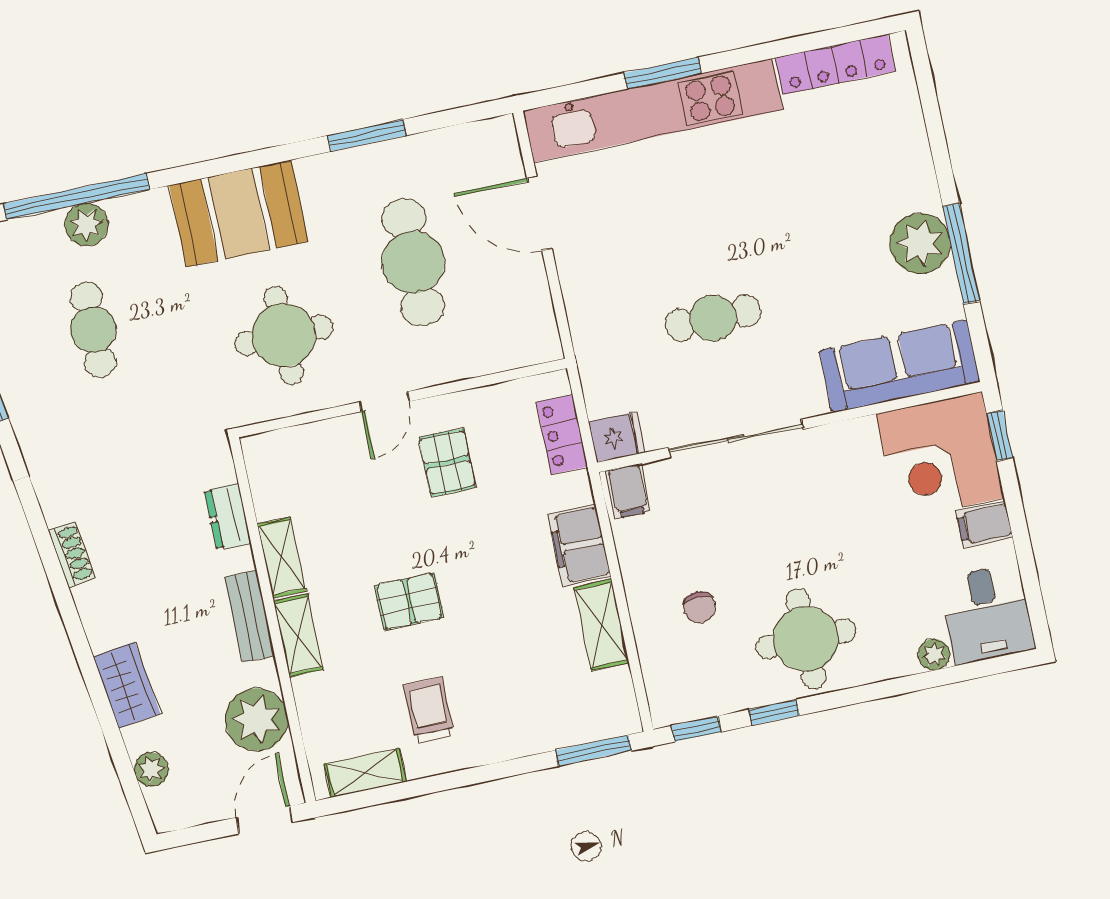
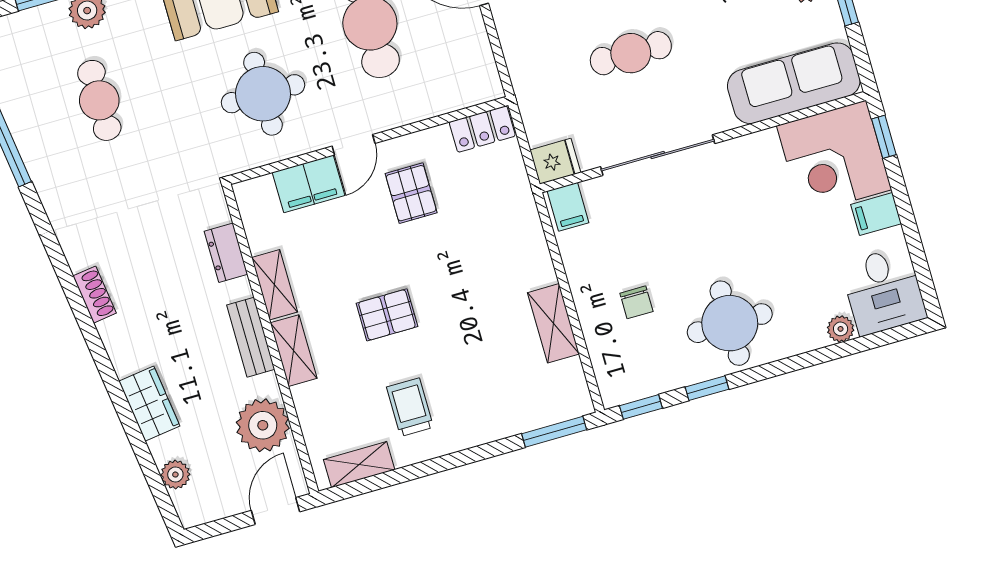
locker: (562, 434) -> (482, 129), moved, turned -90
filing cabinet: (579, 545) -> (309, 184), moved, turned -90

